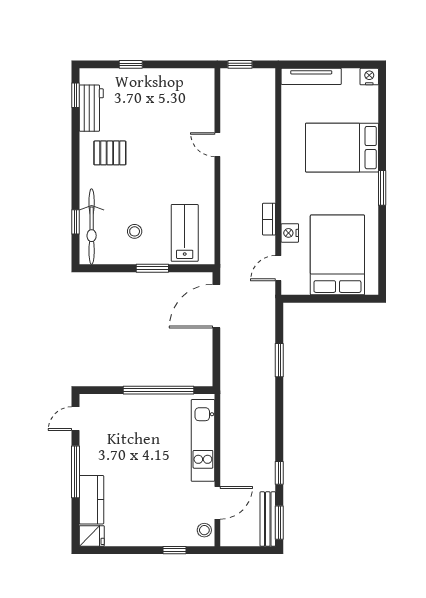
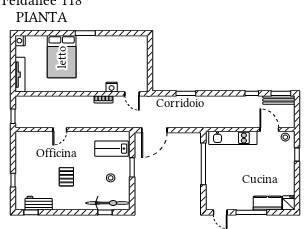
pallet: (110, 153) -> (66, 177), moved
bed: (337, 255) -> (124, 59), removed
door: (216, 306) -> (154, 130), hinge flipped

